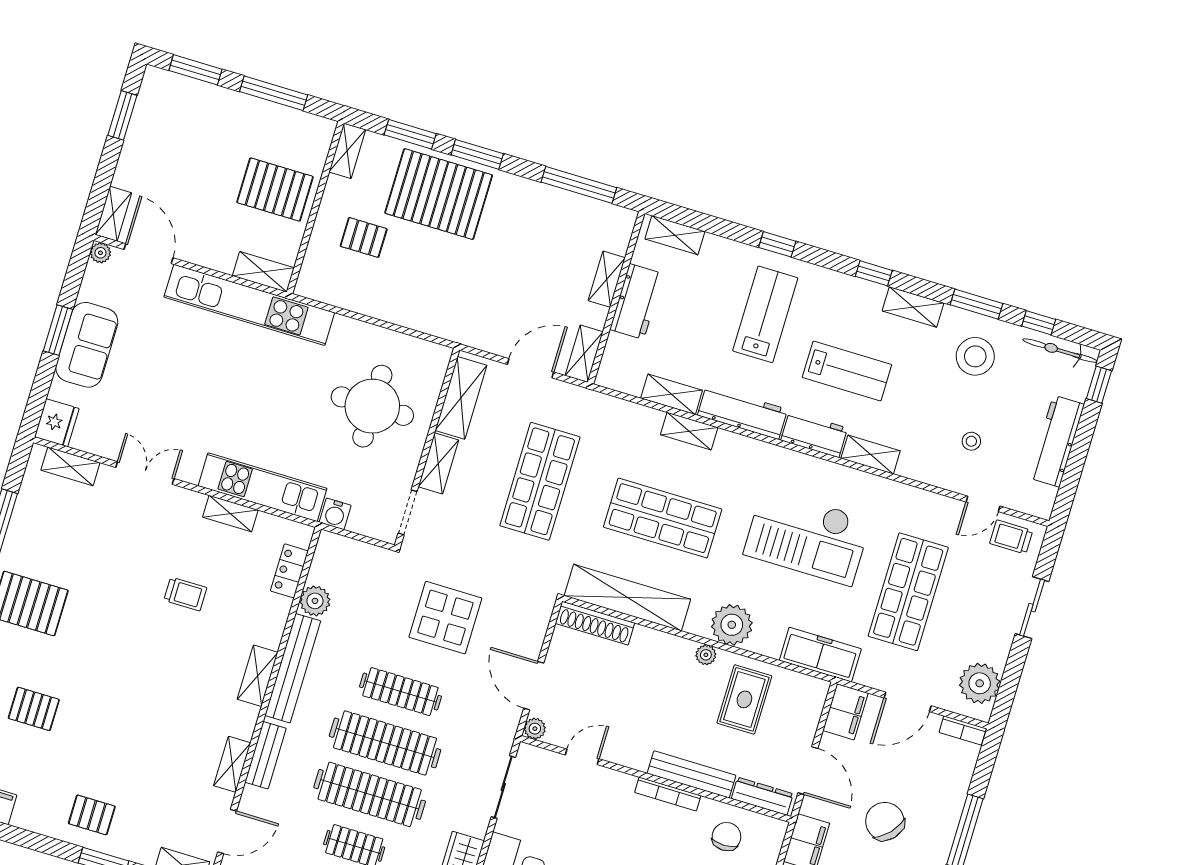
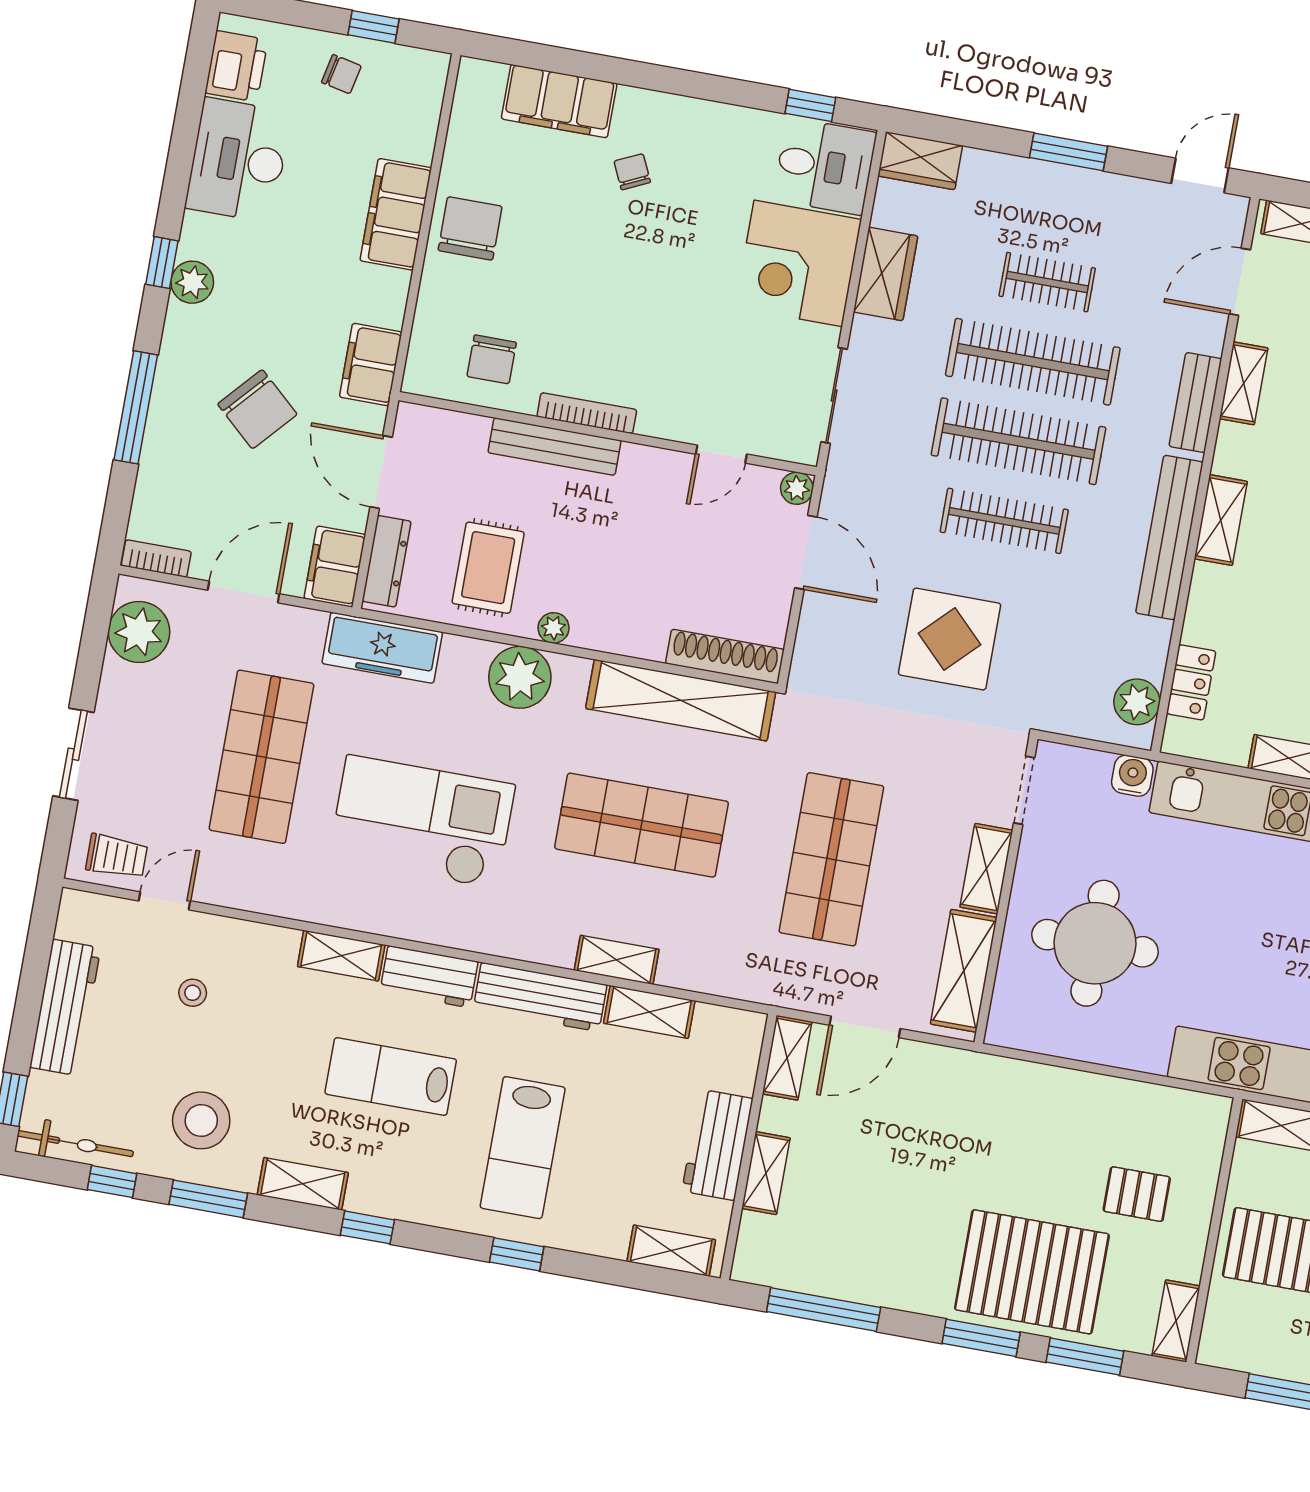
plant: (315, 601) -> (1137, 702), moved
dresser: (762, 796) -> (387, 561), moved, turned -90

